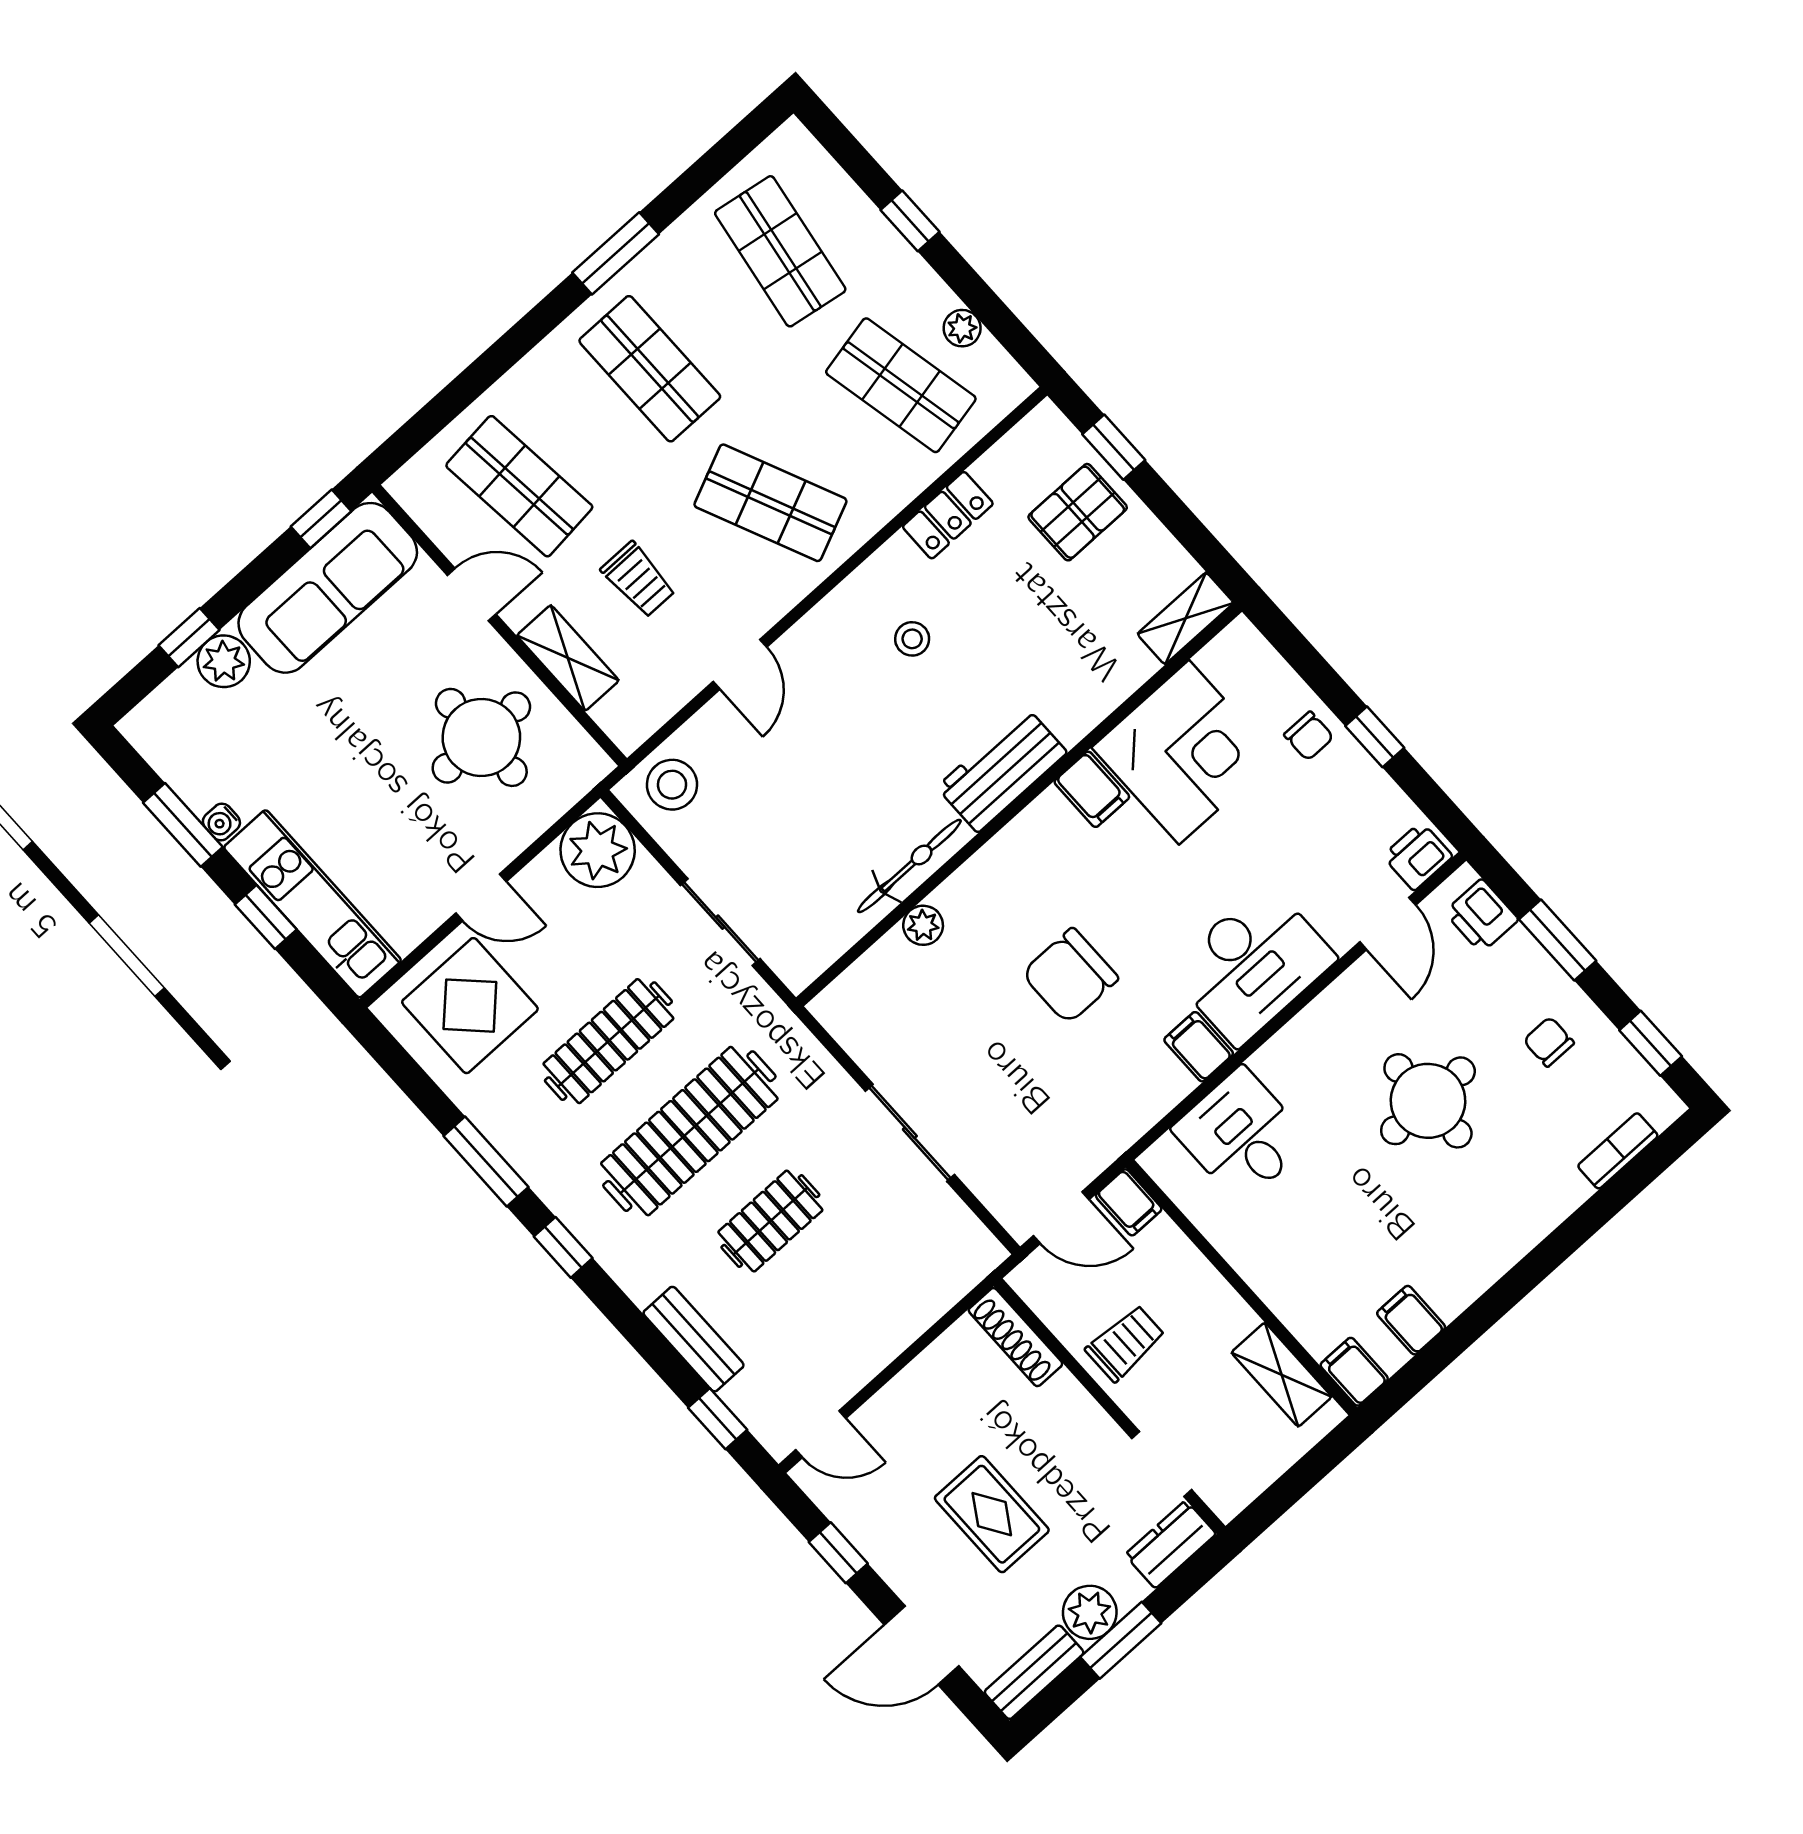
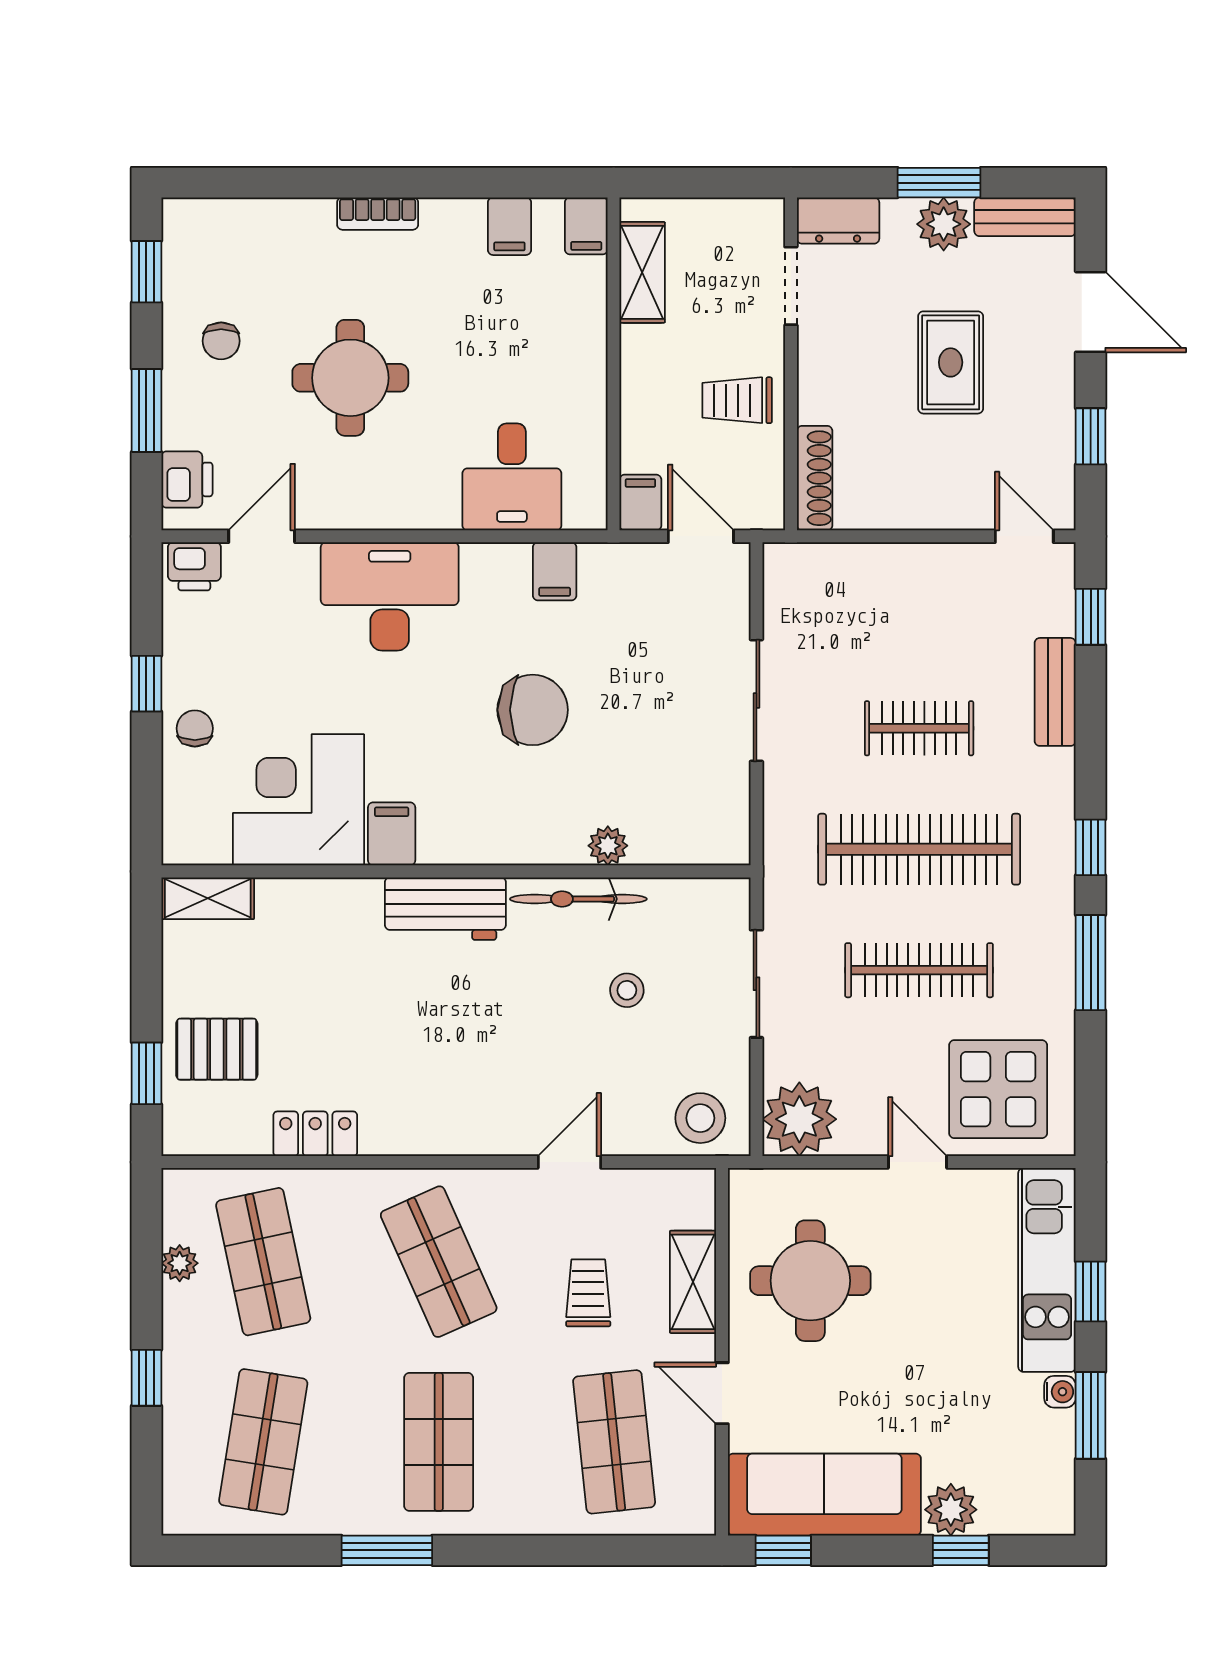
stool: (912, 639) -> (627, 990), moved
filing cabinet: (1199, 1047) -> (555, 571), moved
bookcase: (1618, 1151) -> (378, 214), moved

